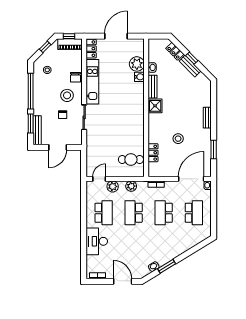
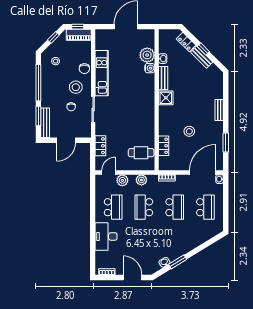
locker: (91, 49) -> (100, 146), moved
school desk: (164, 213) -> (175, 207), turned 180

